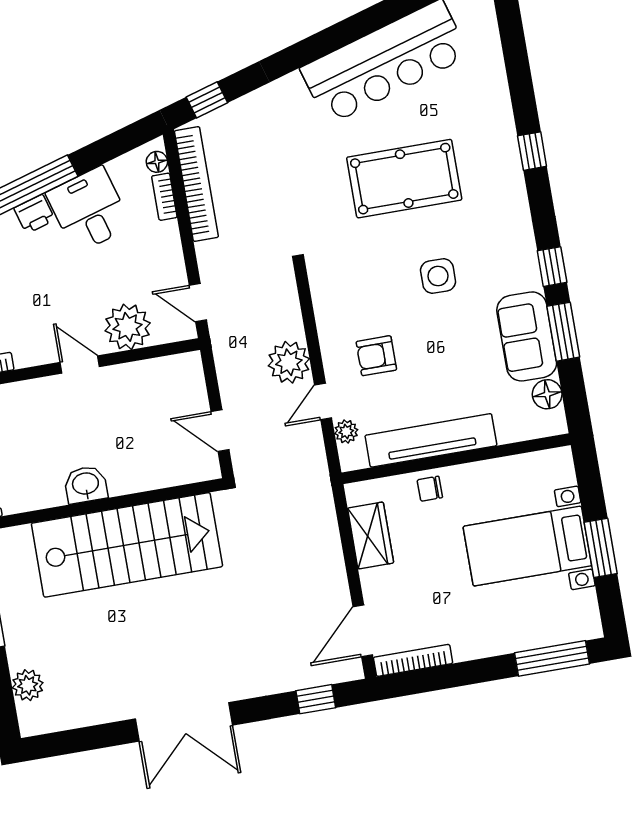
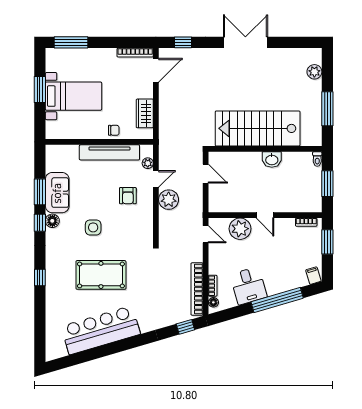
printer: (34, 214) -> (274, 288), removed
armchair: (376, 356) -> (128, 196), turned 90
floor lamp: (547, 394) -> (52, 221), moved

